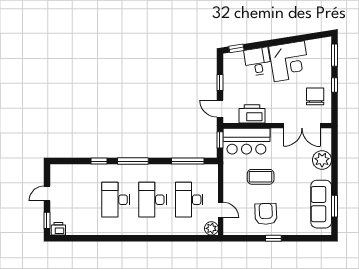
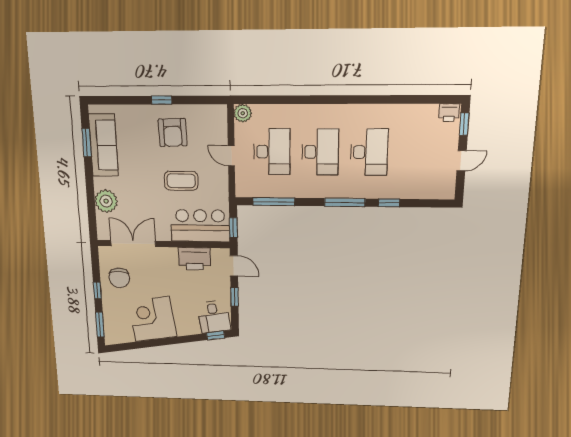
desk: (258, 61) -> (214, 317), moved
door: (221, 210) -> (231, 156), moved

